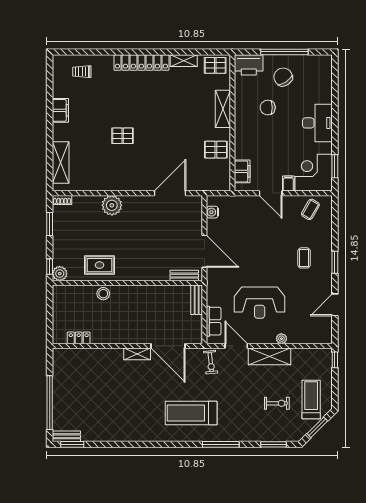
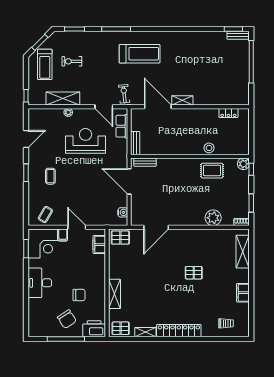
pallet: (216, 150) -> (120, 238), moved
plant: (112, 205) -> (213, 218), moved
shelving: (270, 356) -> (63, 98), moved

